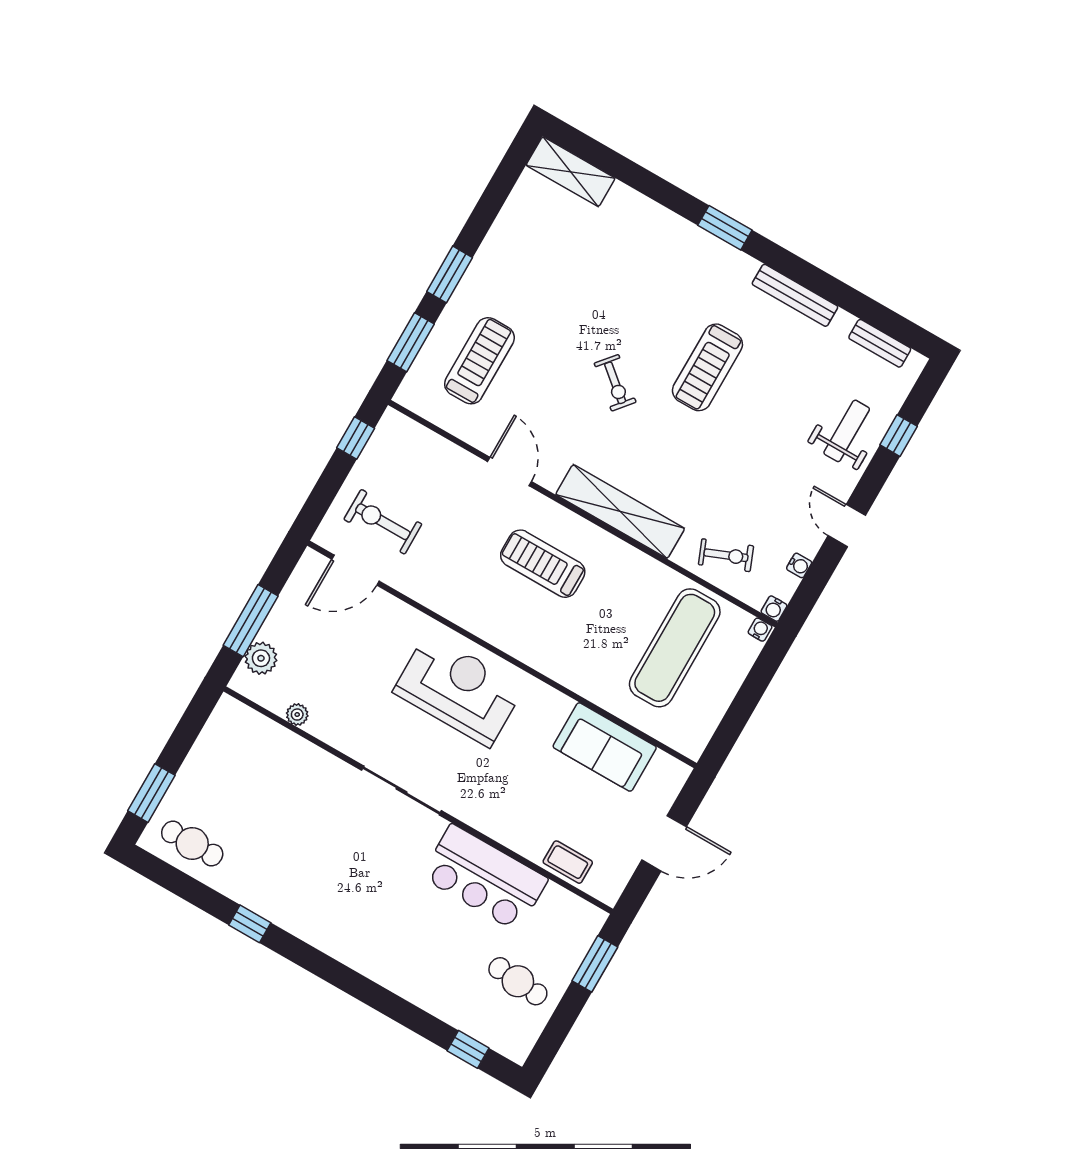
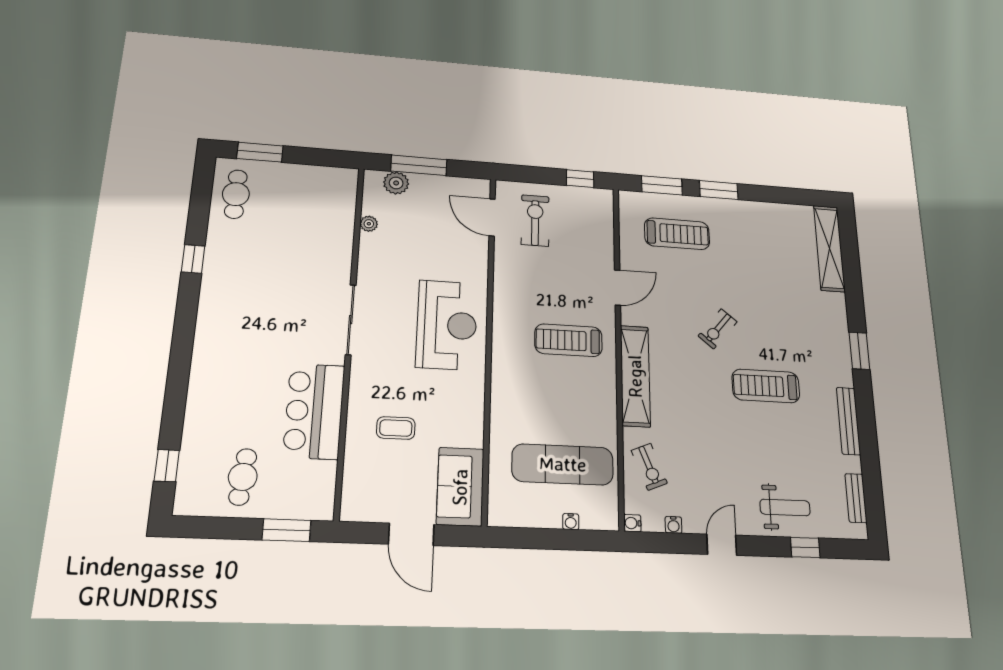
shelving: (571, 172) -> (829, 248), width x1.47
treadmill: (543, 564) -> (568, 340), turned -90
water cooler: (760, 630) -> (571, 522), moved, turned 90
sofa: (605, 747) -> (460, 487), moved
coffee table: (568, 862) -> (396, 428), moved, turned 90

